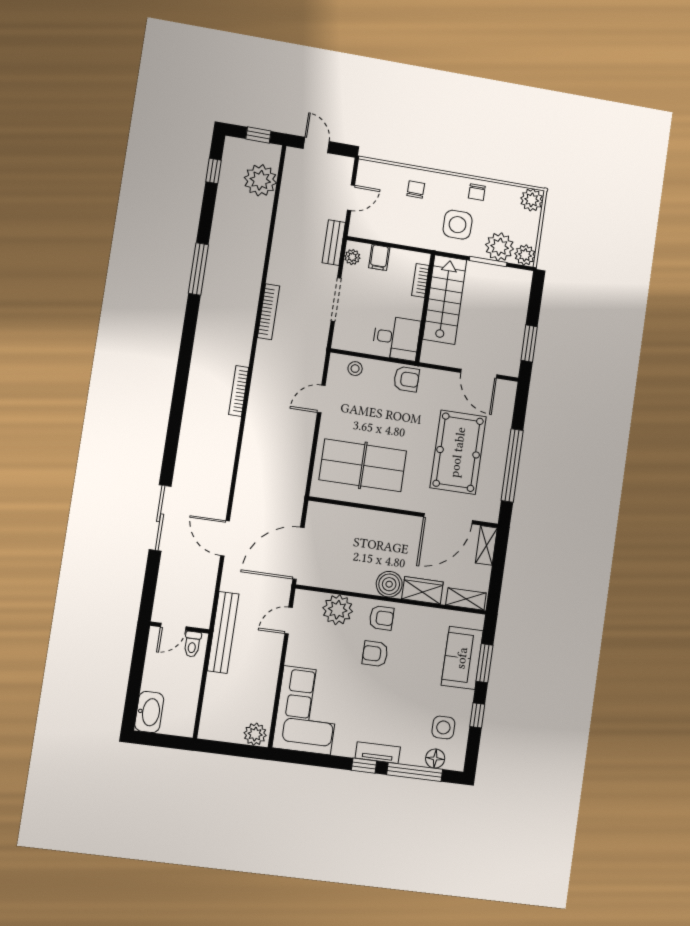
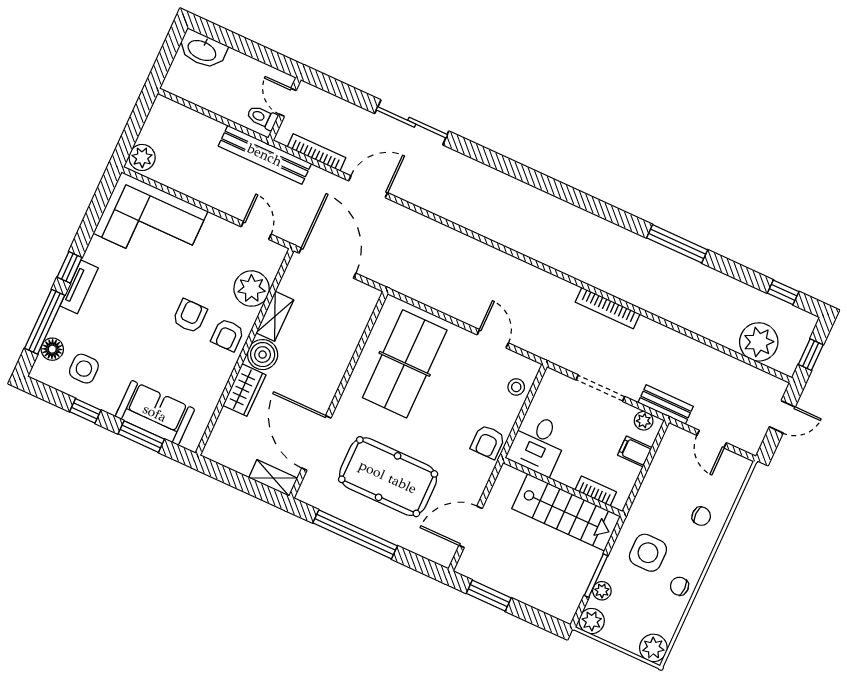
plant: (500, 247) -> (602, 591), width x0.53, depth x0.53
bookcase: (239, 391) -> (317, 152), moved
shelving: (466, 599) -> (275, 316), moved

